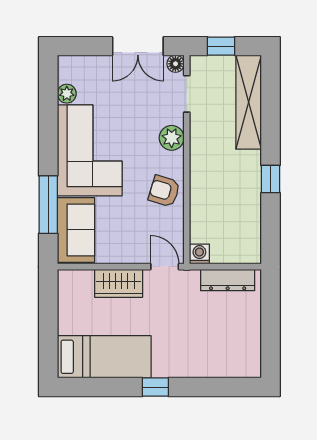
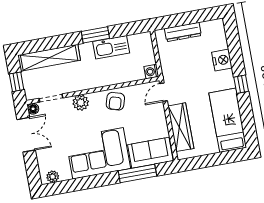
plant: (67, 94) -> (53, 177), moved
window: (271, 179) -> (95, 35), width x1.50
kitchen sink: (248, 200) -> (111, 47), added
dresser: (228, 280) -> (183, 32), moved, turned 90
wardrobe: (119, 283) -> (181, 127), width x1.50
nightstand: (197, 364) -> (222, 60), added

